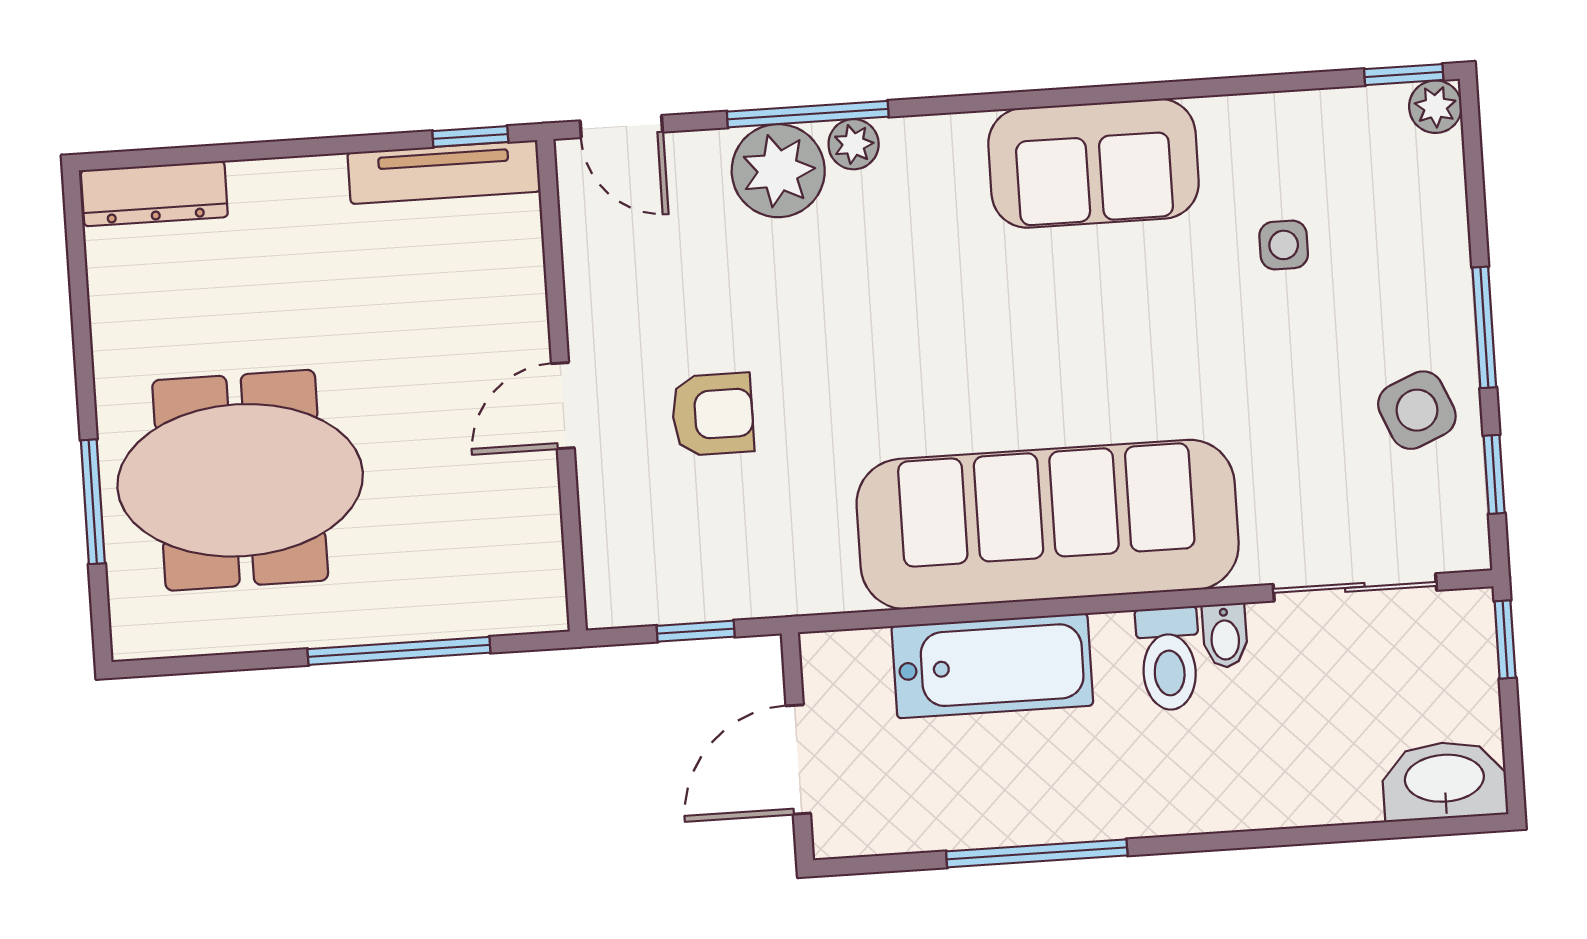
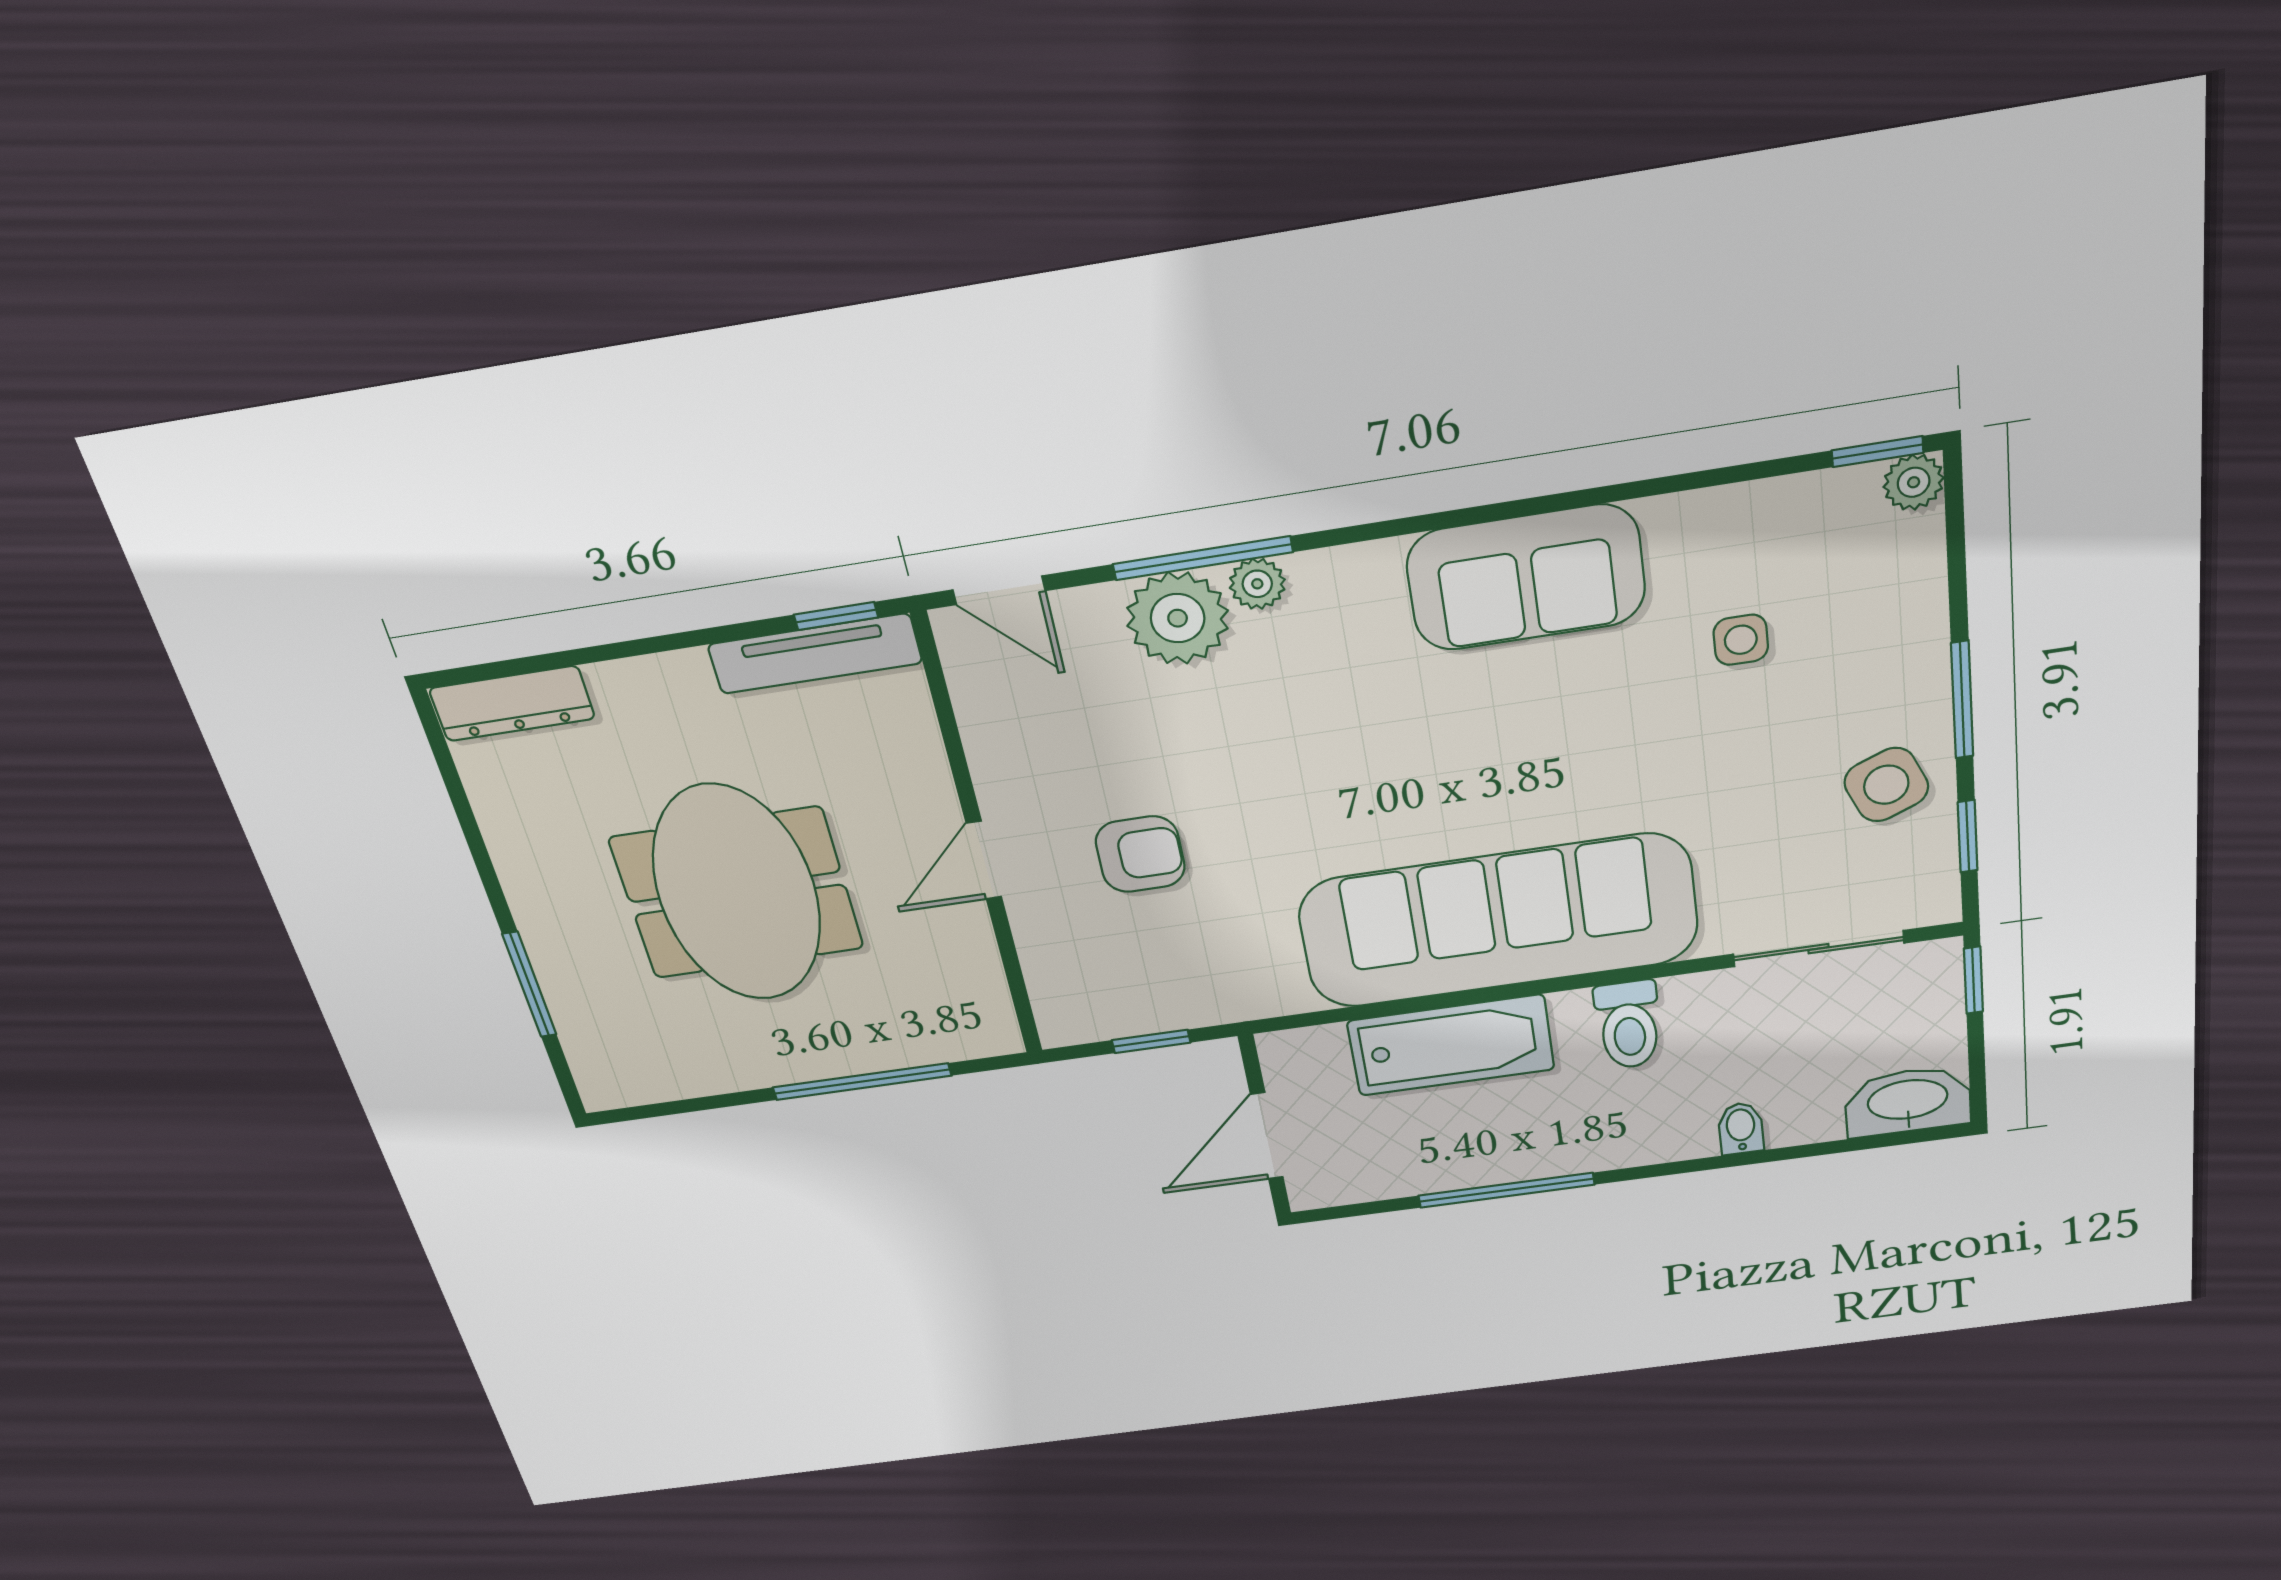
meeting table: (240, 480) -> (737, 893), moved, turned 90
bidet: (1225, 636) -> (1741, 1128), moved, turned 180

